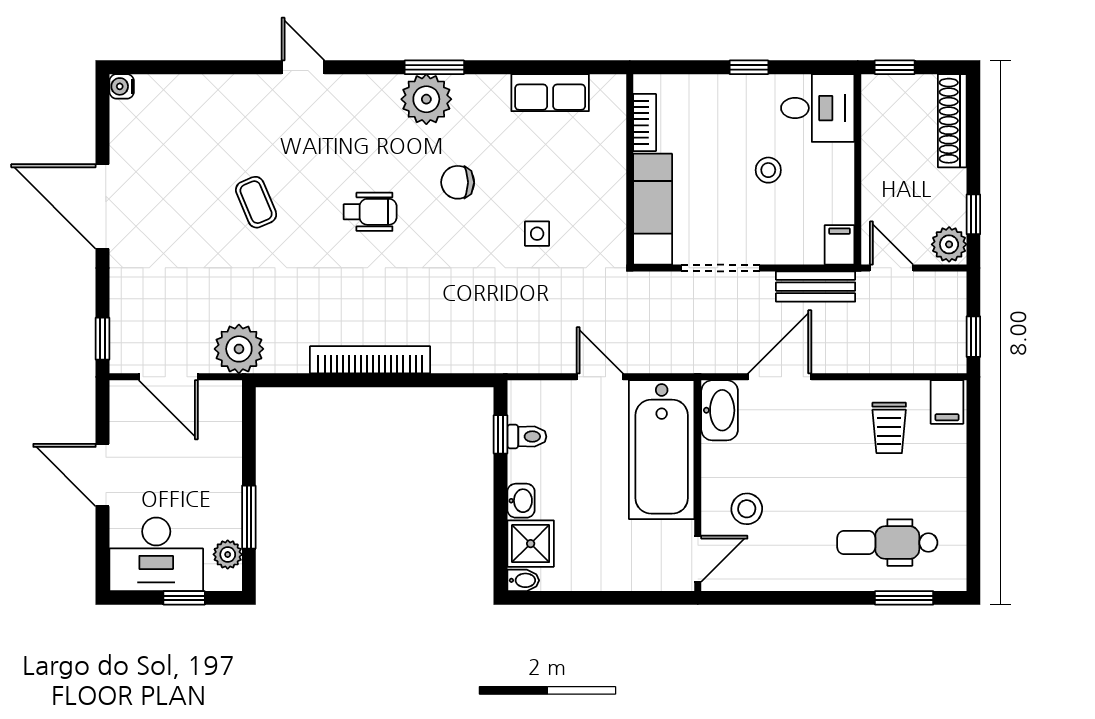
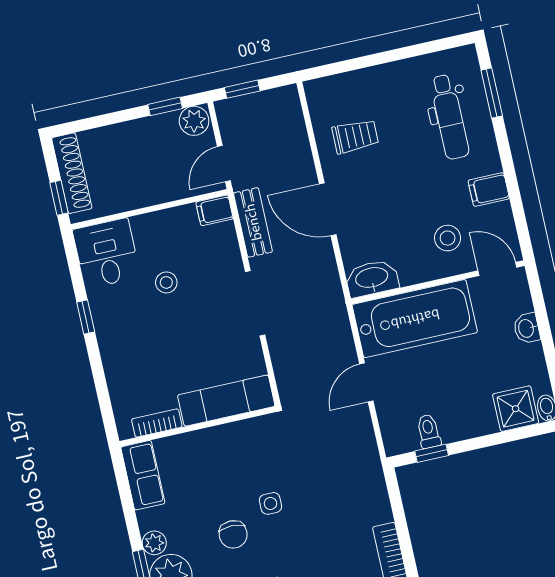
plant: (468, 88) -> (154, 543), added
shoe rack: (952, 121) -> (72, 173), moved, turned -90
bookcase: (645, 122) -> (157, 423), moved
wall: (630, 169) -> (198, 427), moved
exam couch: (653, 209) -> (226, 401), moved
side table: (537, 234) -> (270, 503), moved
window: (973, 337) -> (242, 89), moved
door: (780, 377) -> (328, 209), moved
filing cabinet: (947, 402) -> (489, 190), moved, turned 180
washbasin: (521, 501) -> (527, 328), moved, turned -90

